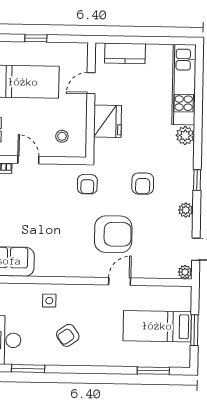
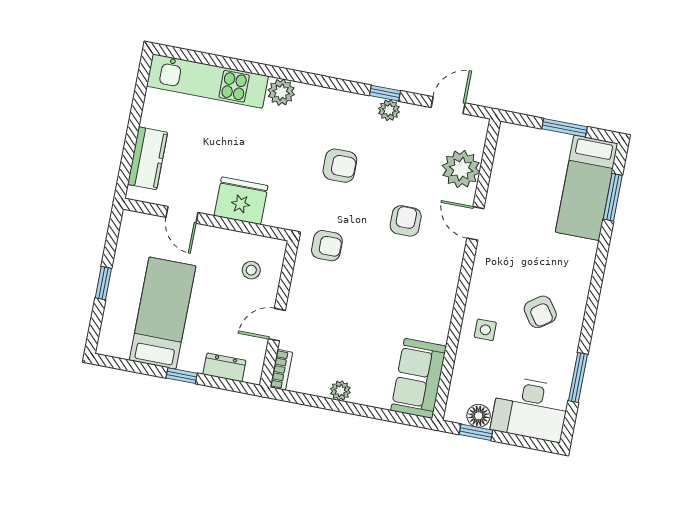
window: (197, 180) -> (385, 93), moved
armchair: (113, 234) -> (406, 221), width x0.53, depth x0.53
plant: (185, 272) -> (461, 169), moved, width x1.87, depth x1.87
bed: (157, 326) -> (587, 188), moved

